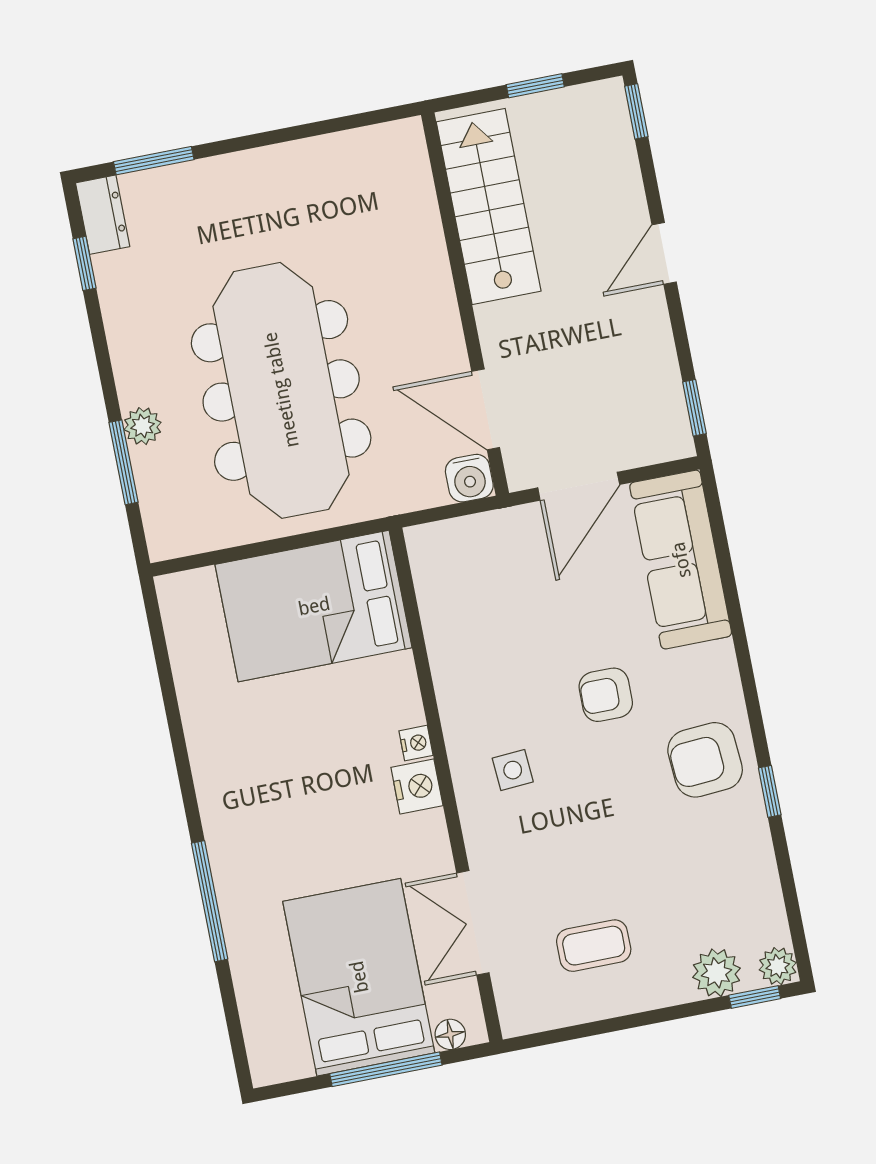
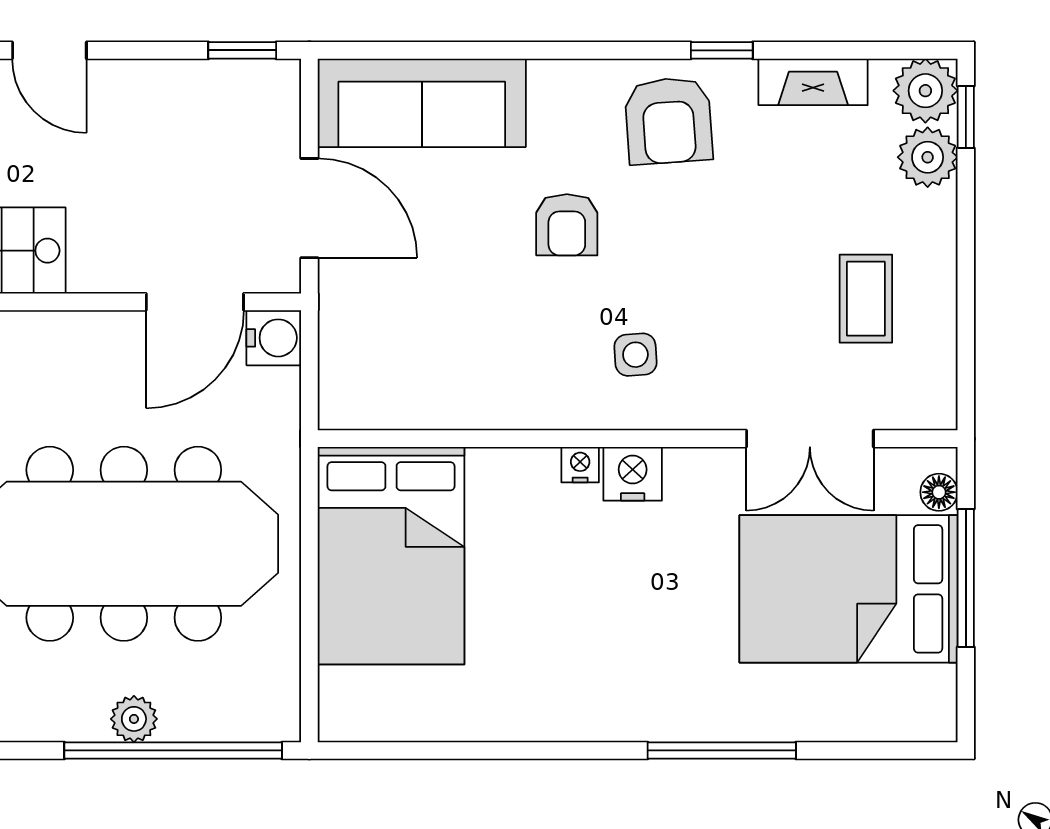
window: (123, 462) -> (173, 750), width x2.11
fireplace: (759, 869) -> (813, 82), added
plant: (778, 966) -> (925, 91), width x1.38, depth x1.38

